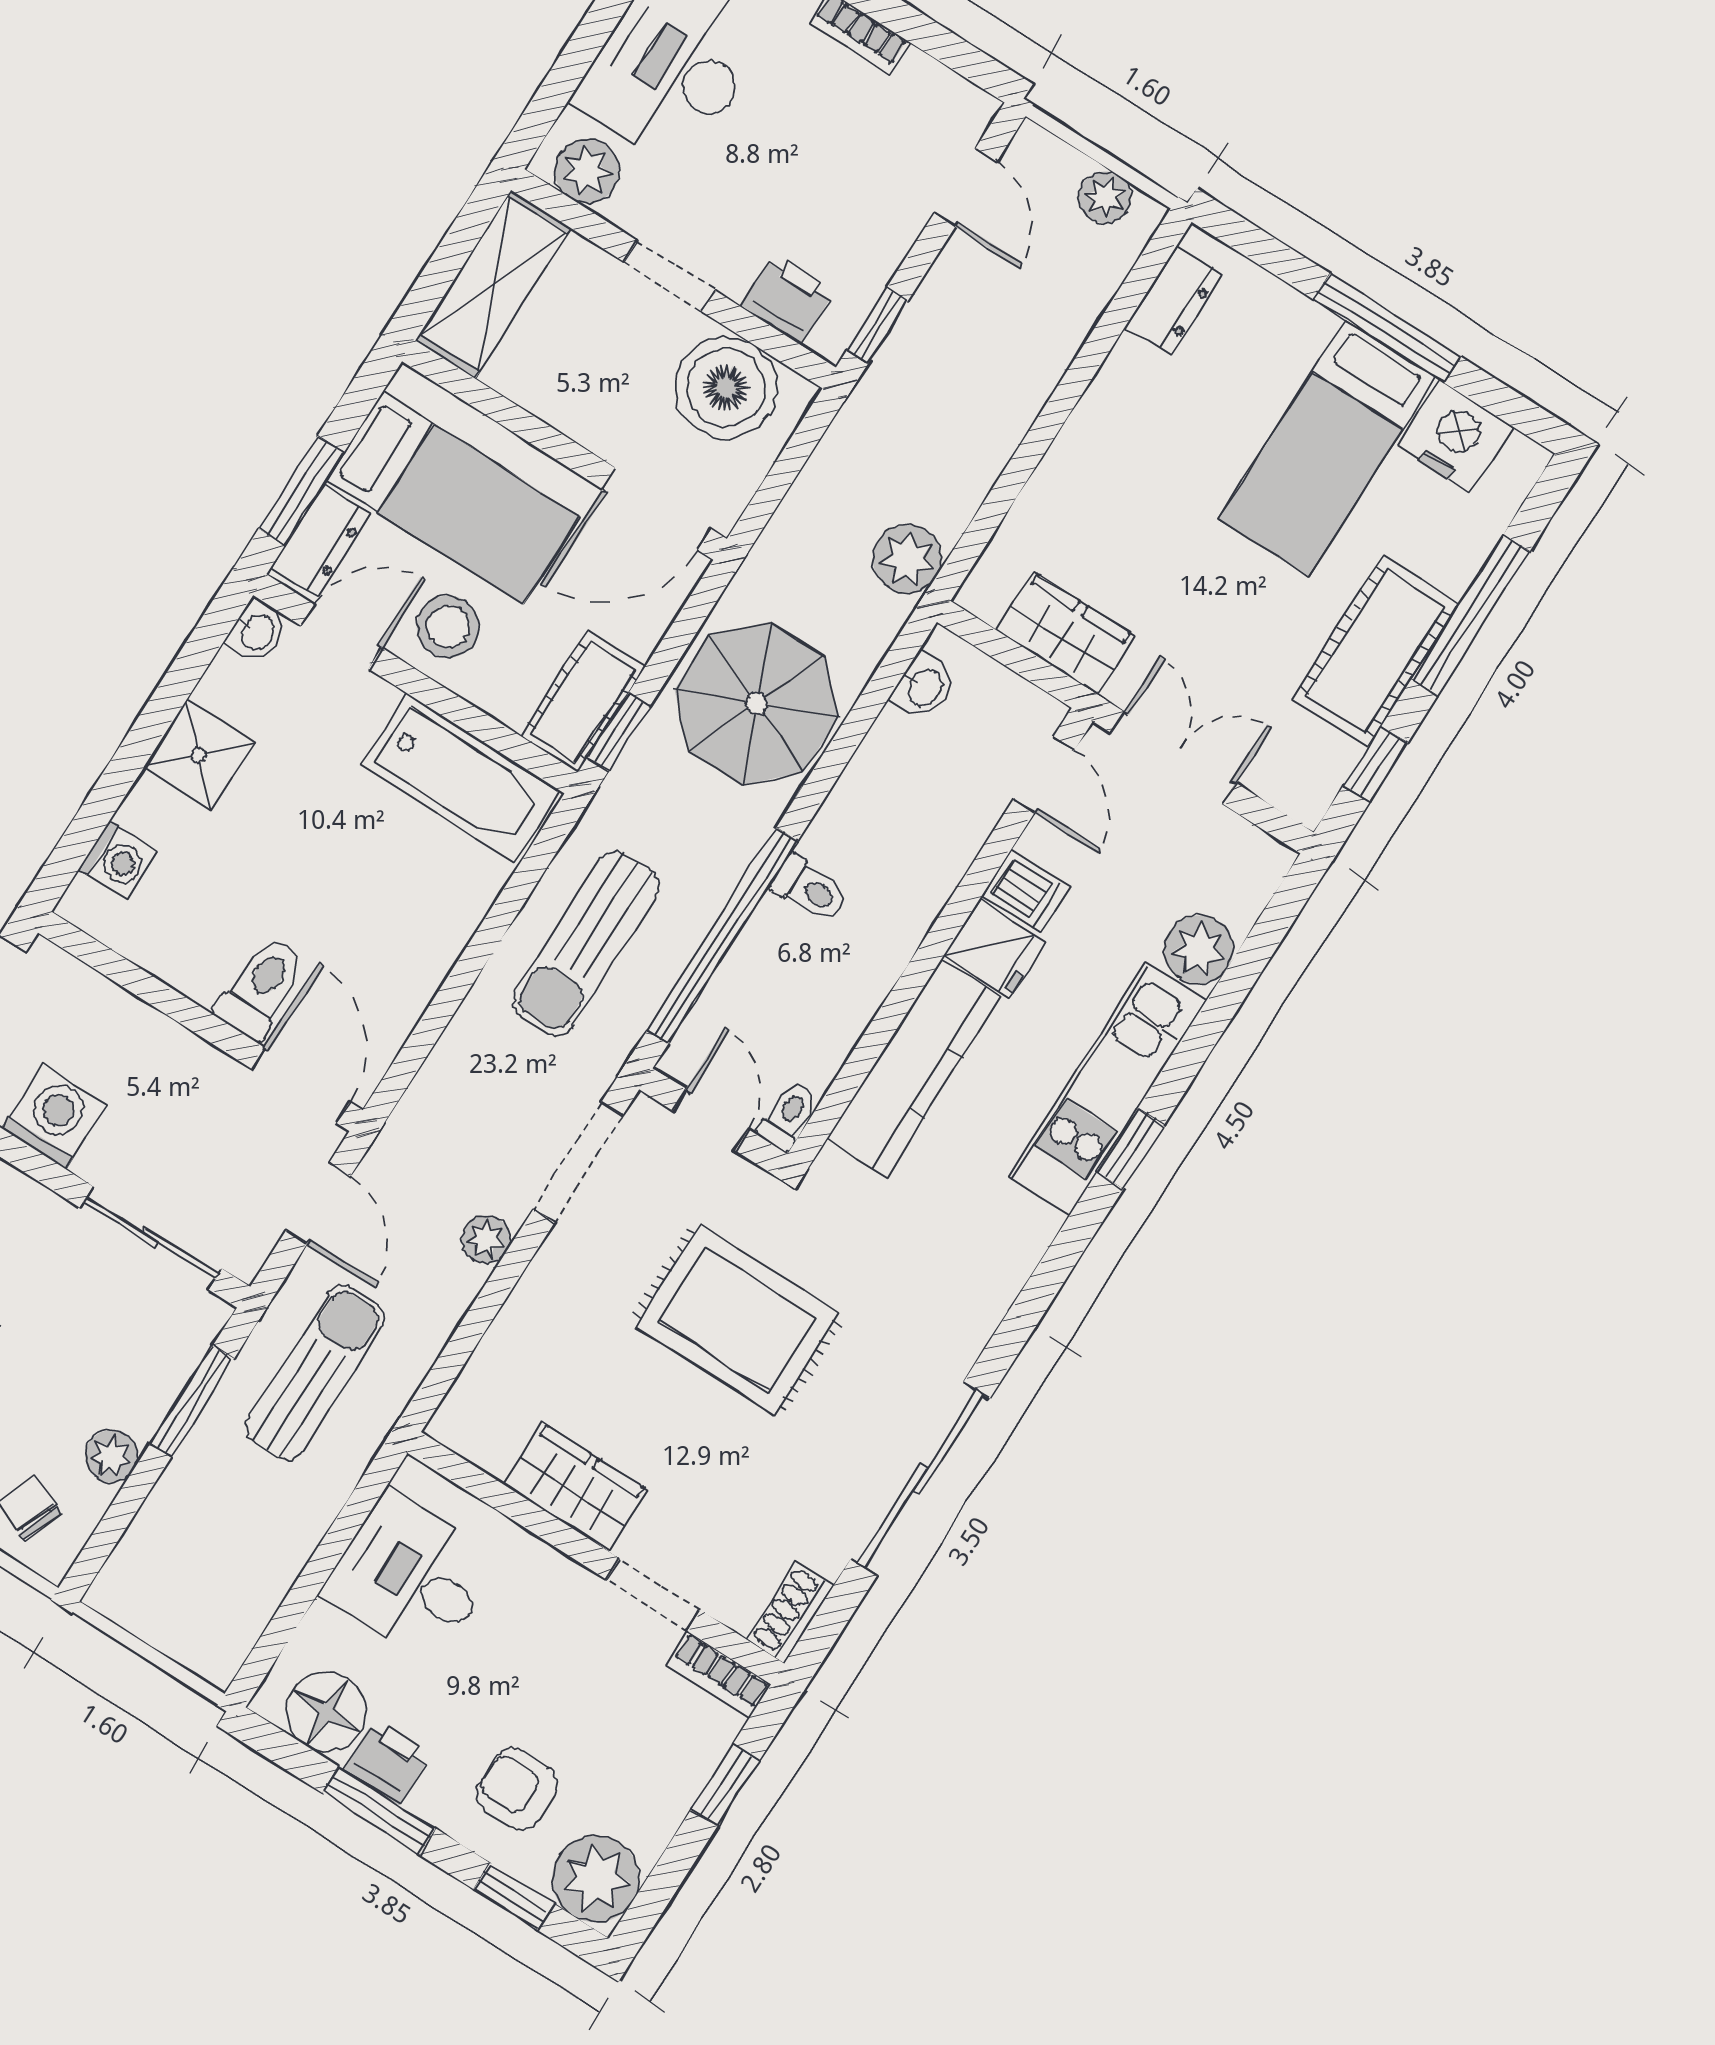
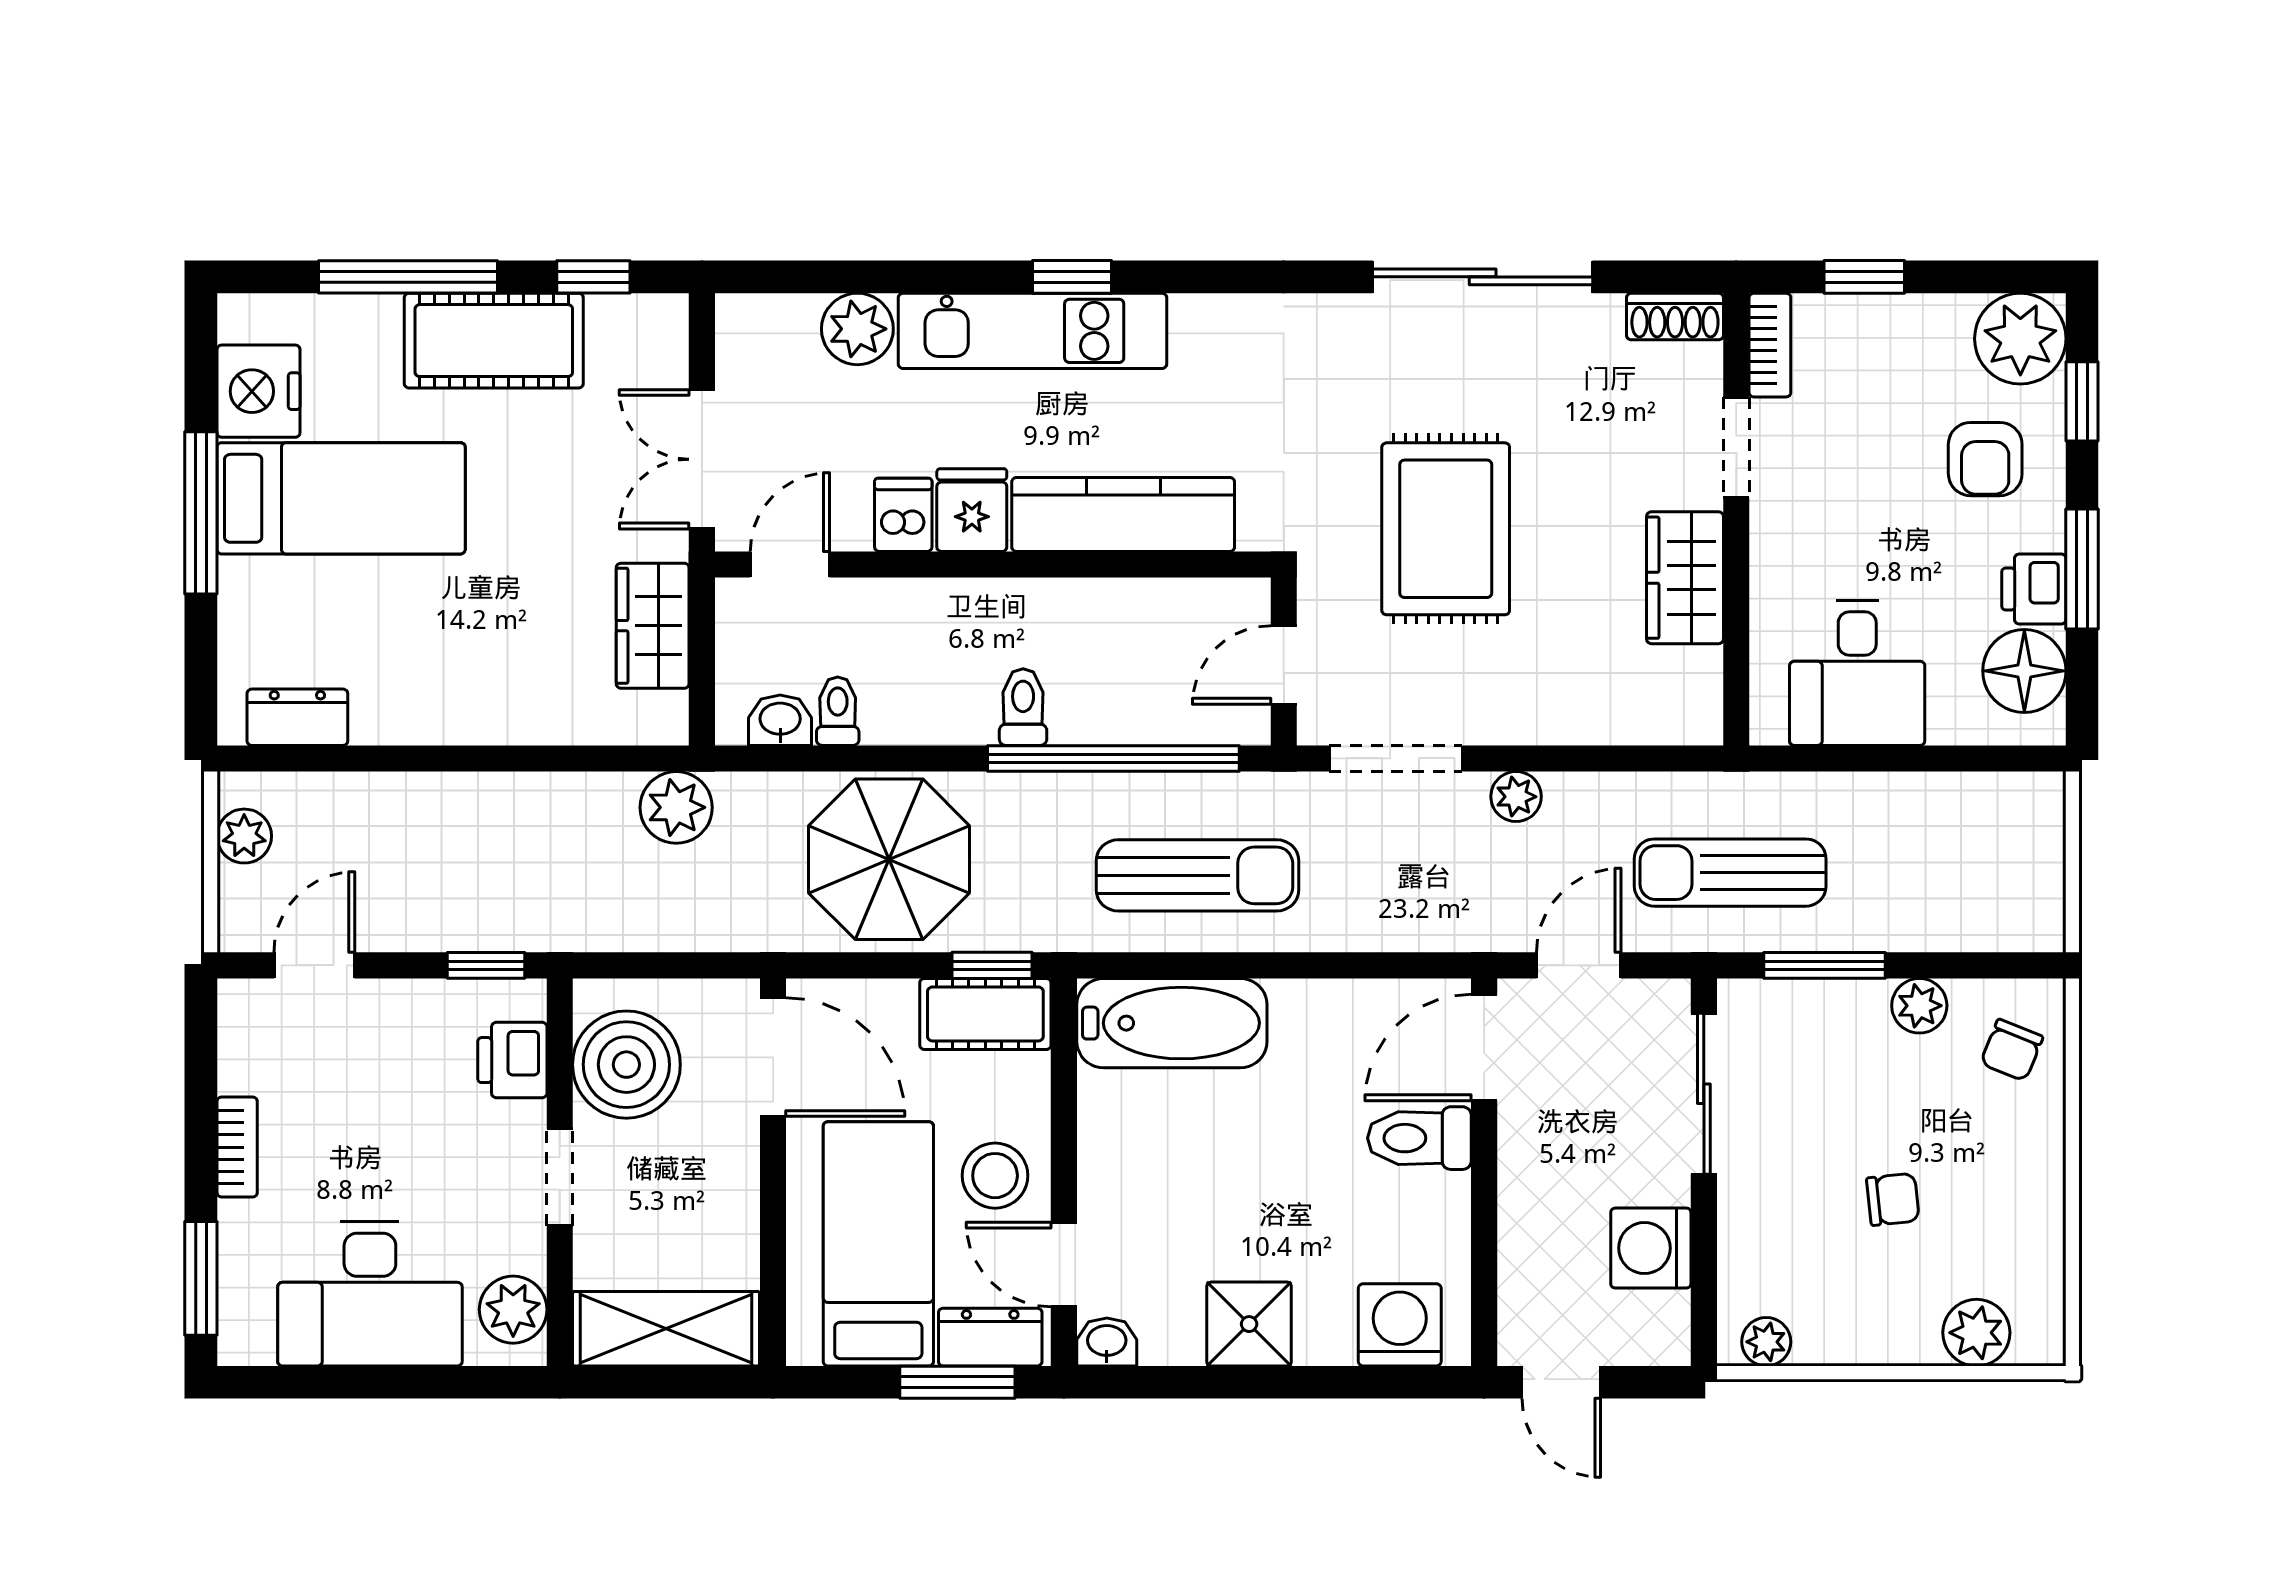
bathtub: (461, 778) -> (1172, 1023), moved, turned 90
washing machine: (118, 861) -> (1400, 1325), width x1.38, depth x1.38
toilet: (788, 1116) -> (838, 711), moved, turned 90

